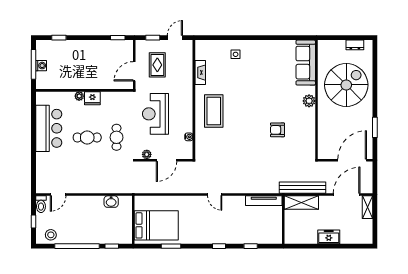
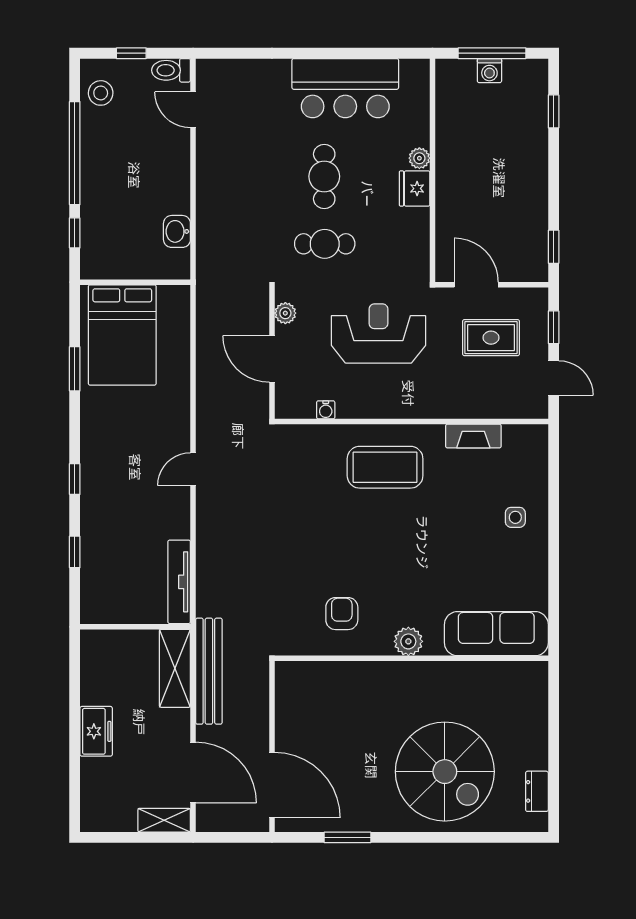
sofa: (306, 63) -> (496, 634), moved
wall: (316, 100) -> (411, 658), moved
plant: (309, 101) -> (408, 641), moved

